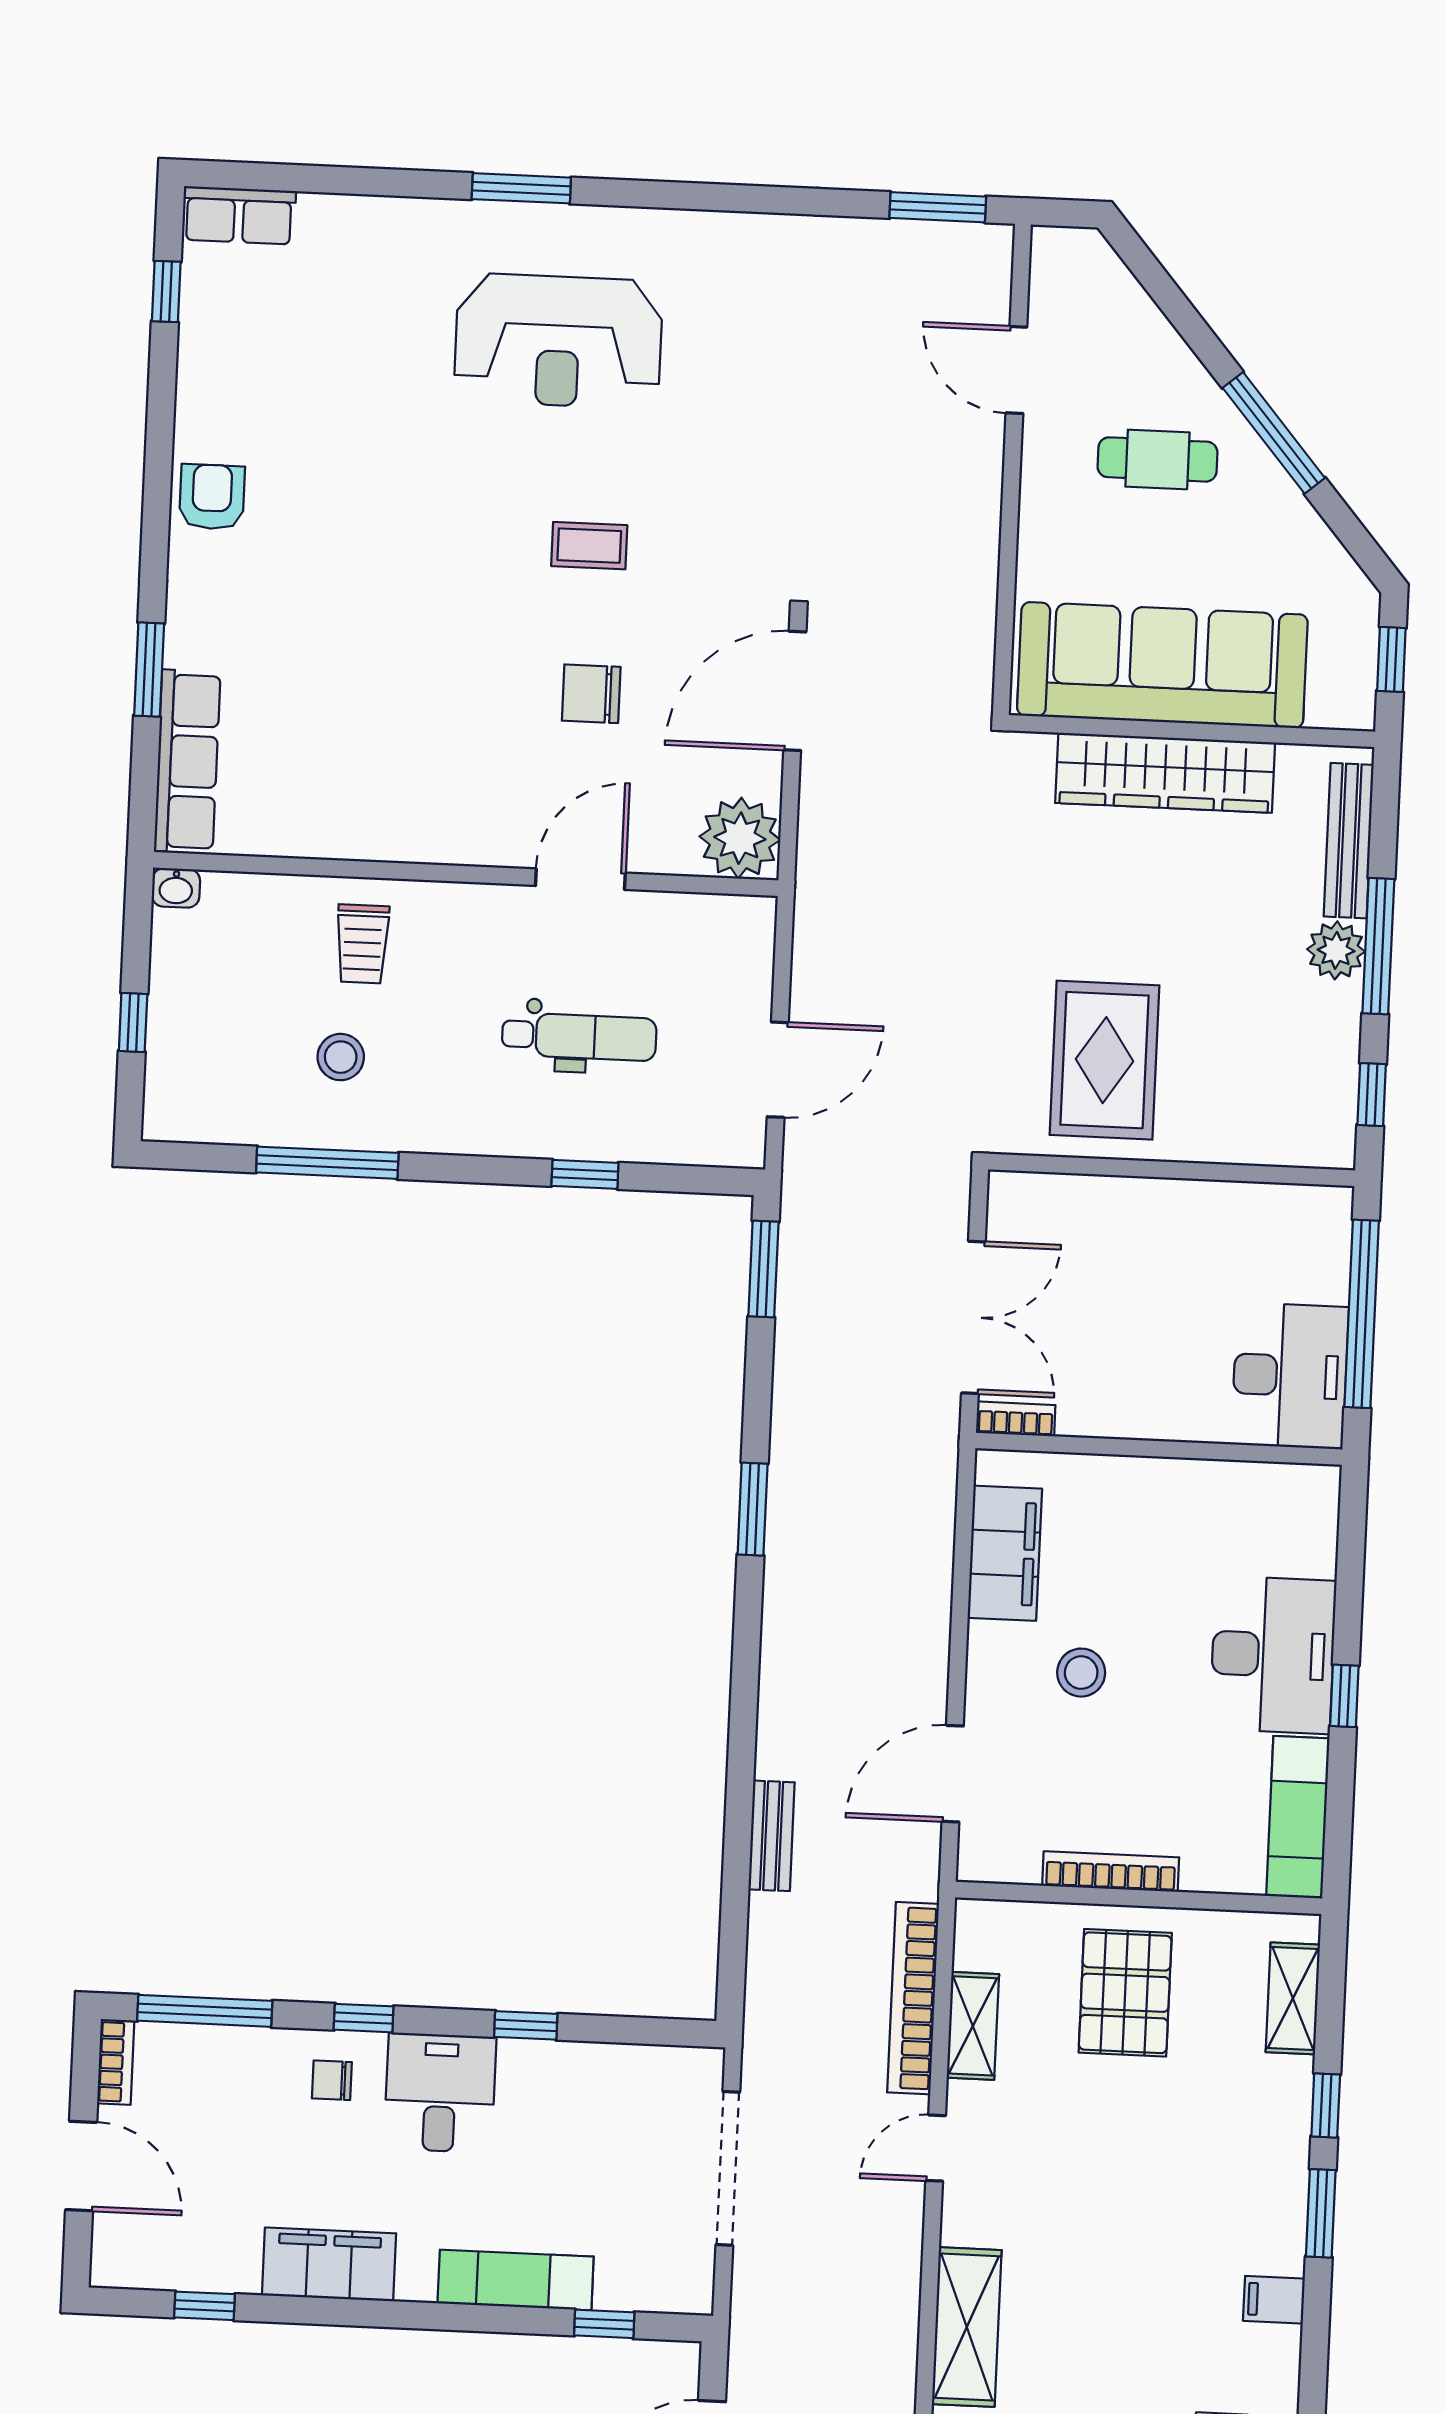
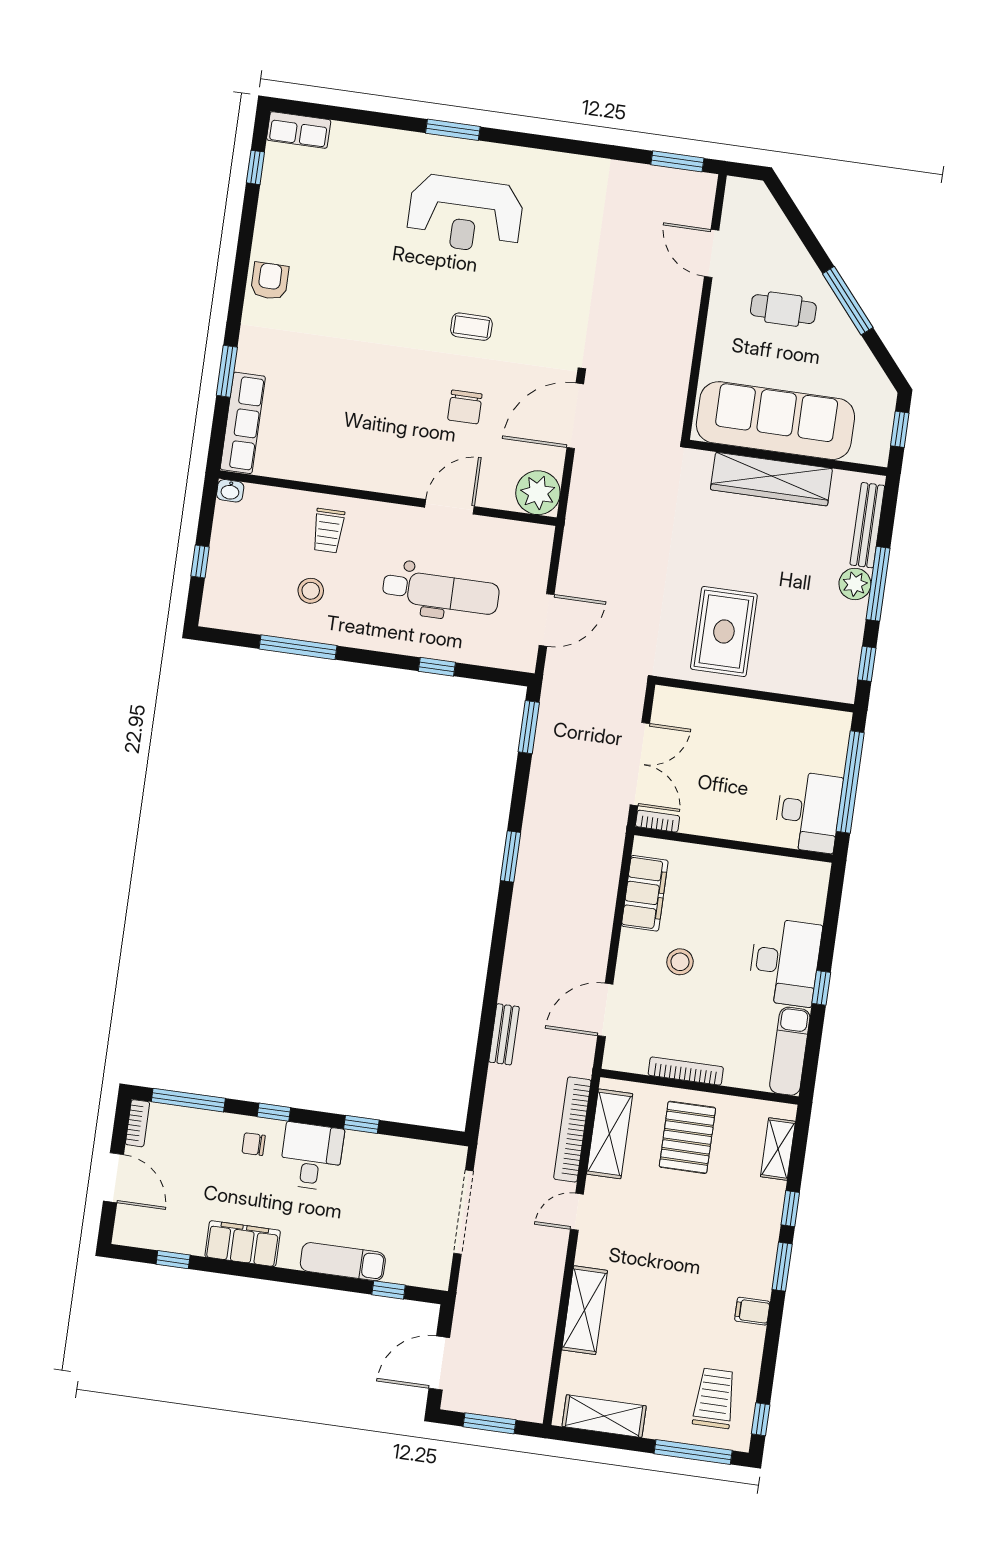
chair: (591, 694) -> (465, 407), turned -90
dental chair: (579, 1037) -> (441, 592), width x1.36, depth x1.38
shelving: (973, 2026) -> (610, 1134), width x1.50, depth x1.33

